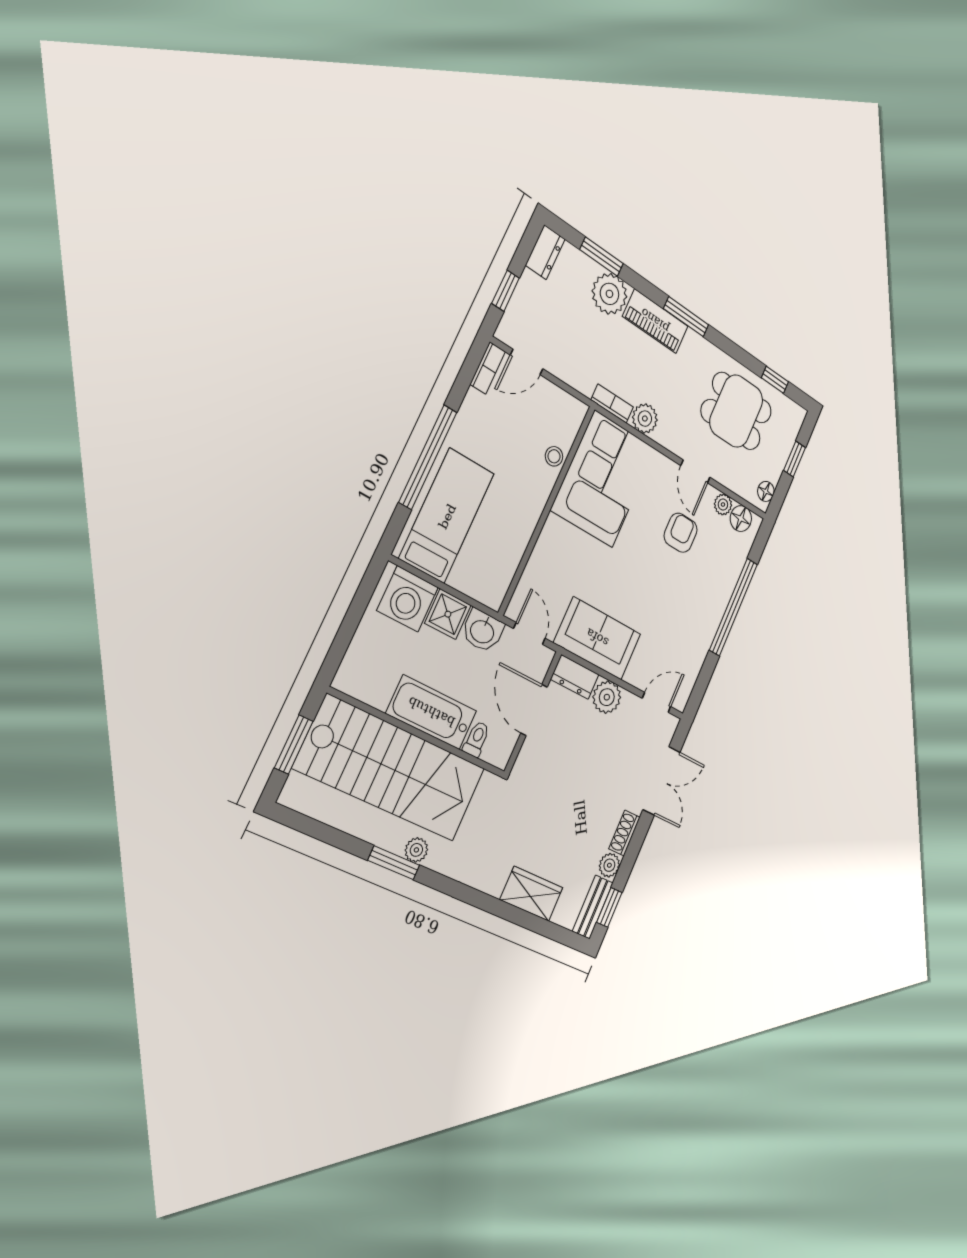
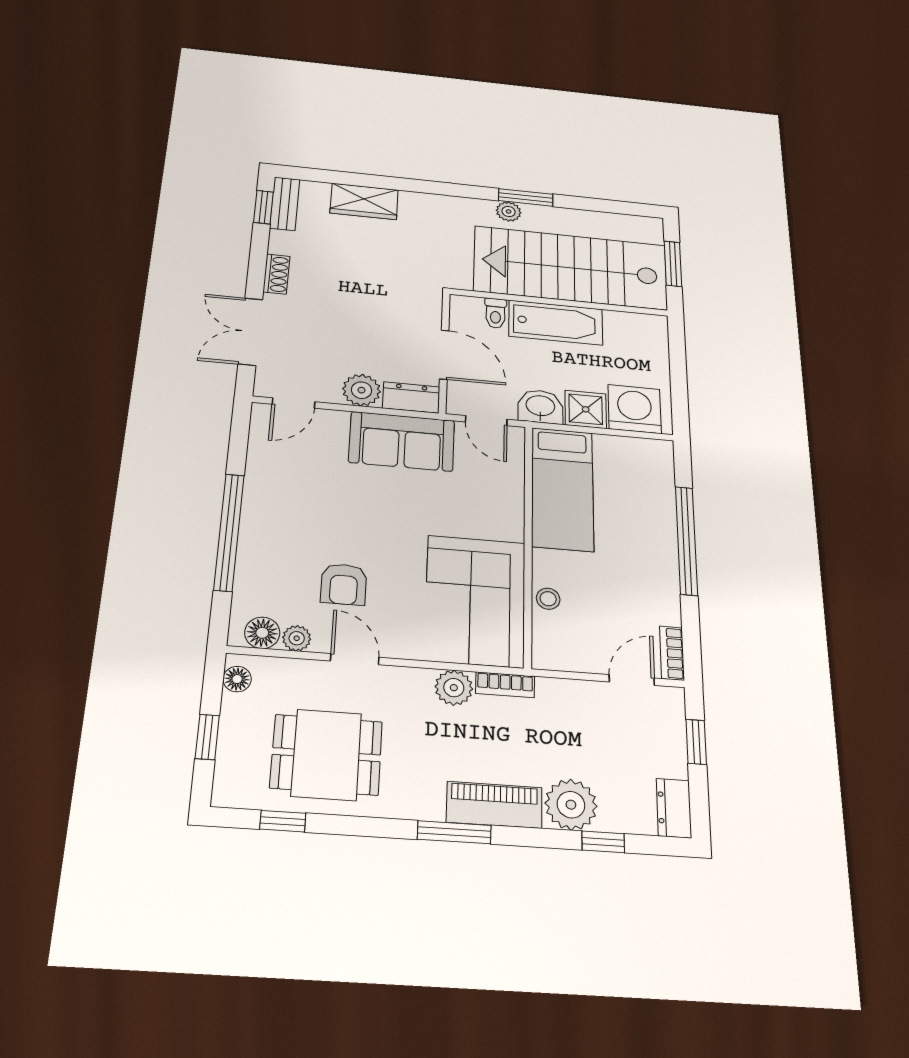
window: (601, 257) -> (603, 842), width x0.67
bed: (447, 516) -> (562, 489), moved
plant: (609, 865) -> (282, 243), removed

